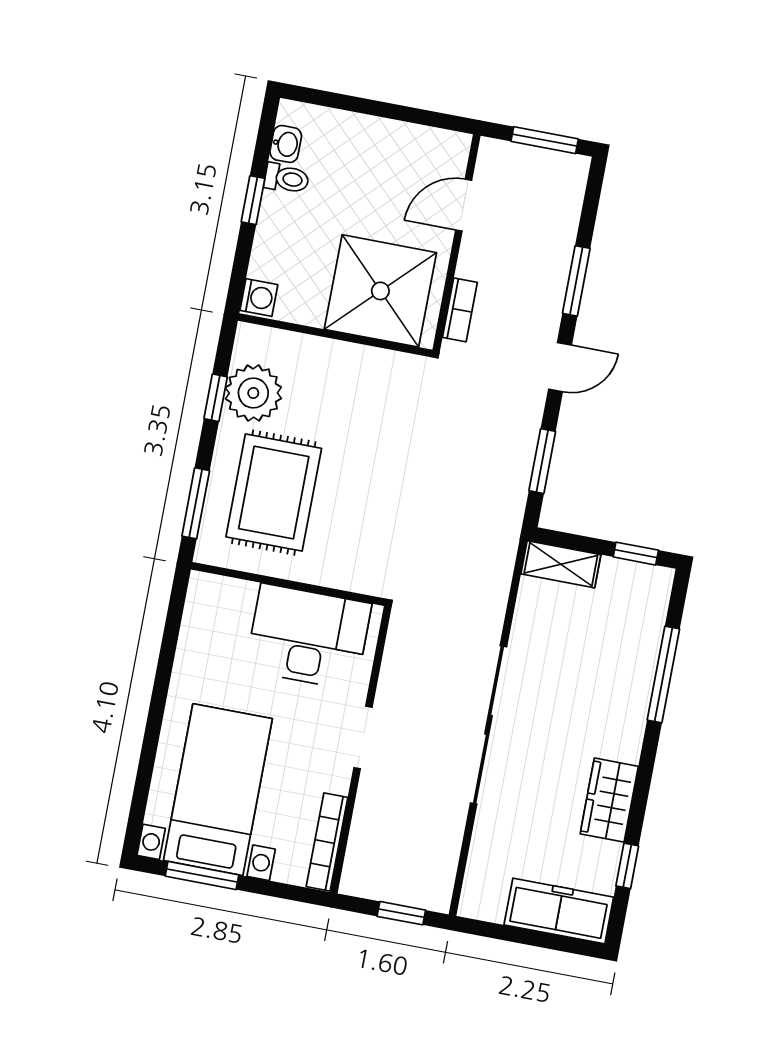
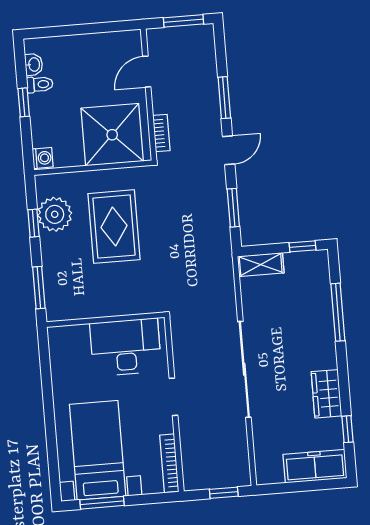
rug: (274, 493) -> (114, 227), moved

